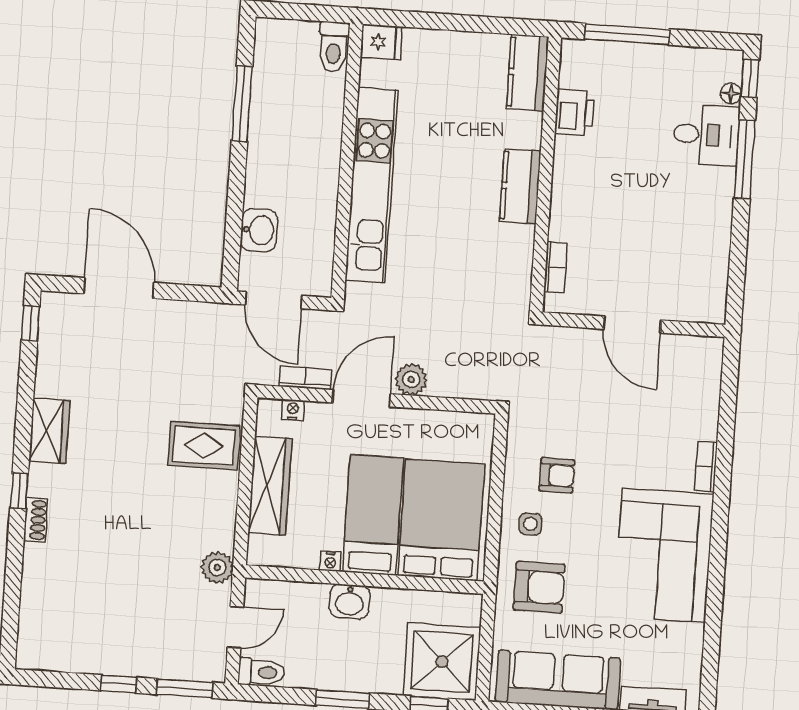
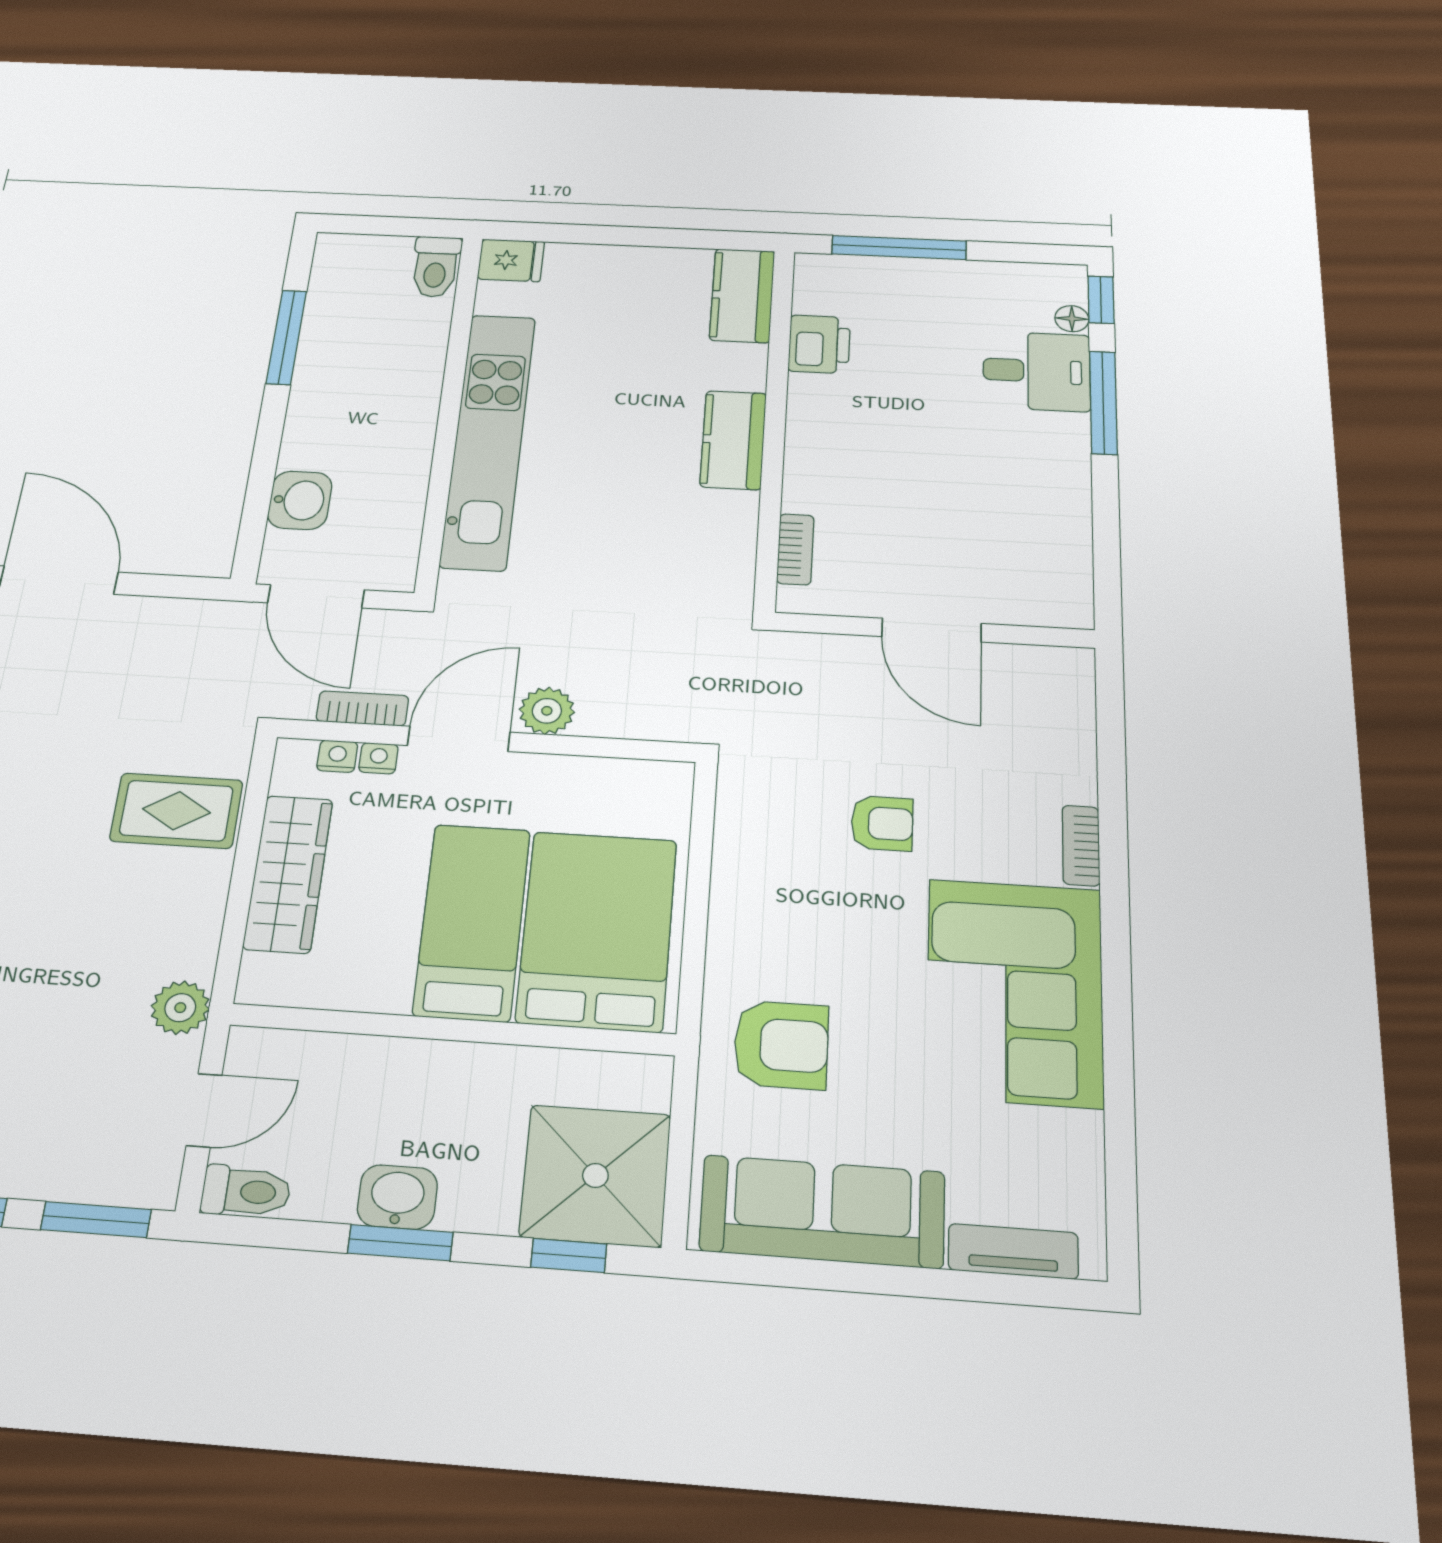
armchair: (557, 475) -> (882, 823), moved
side table: (530, 524) -> (762, 938), removed
nightstand: (330, 561) -> (378, 758), moved, turned 180
washbasin: (350, 602) -> (397, 1197), moved, turned 180

